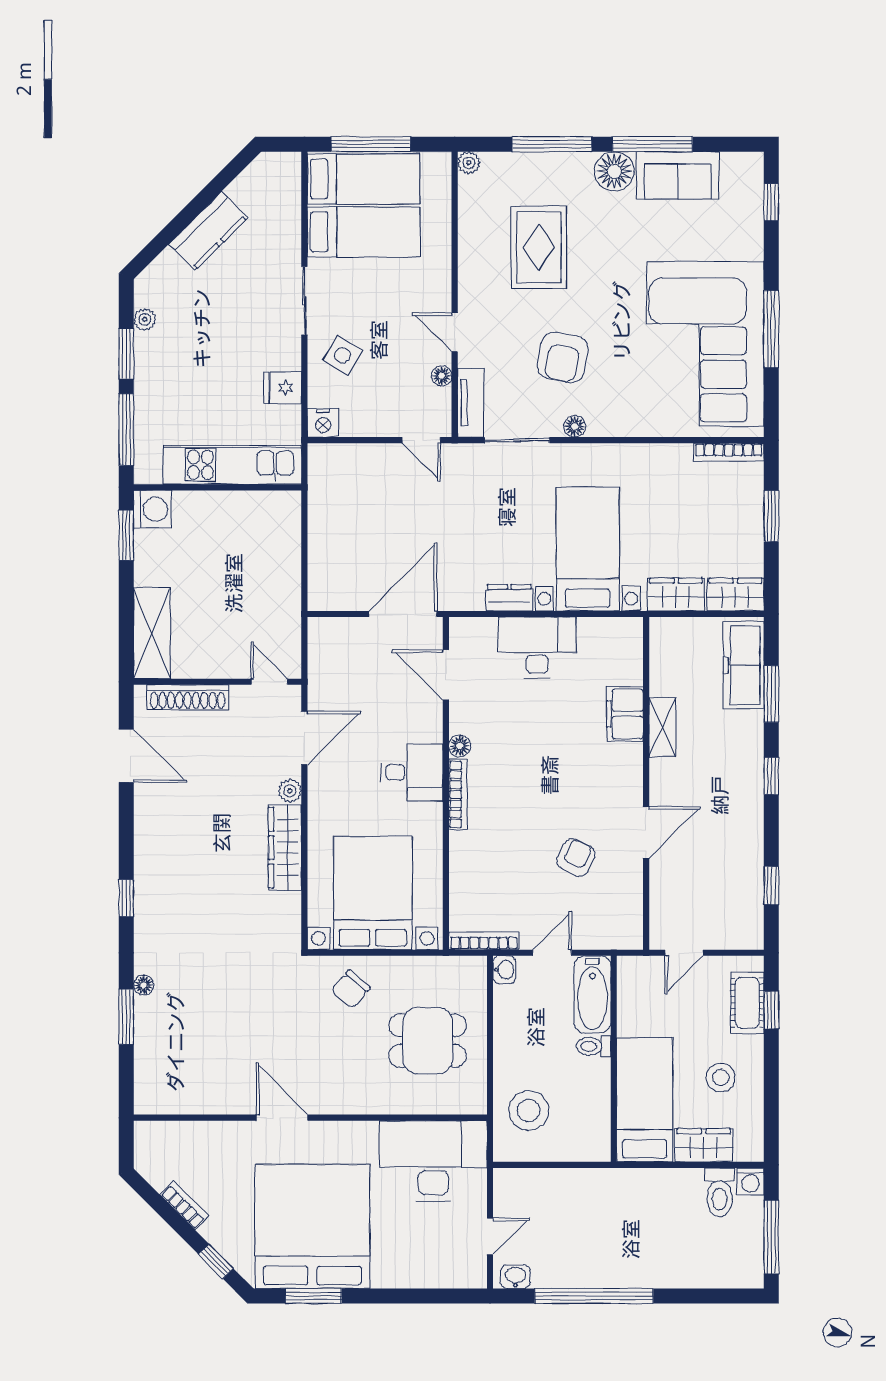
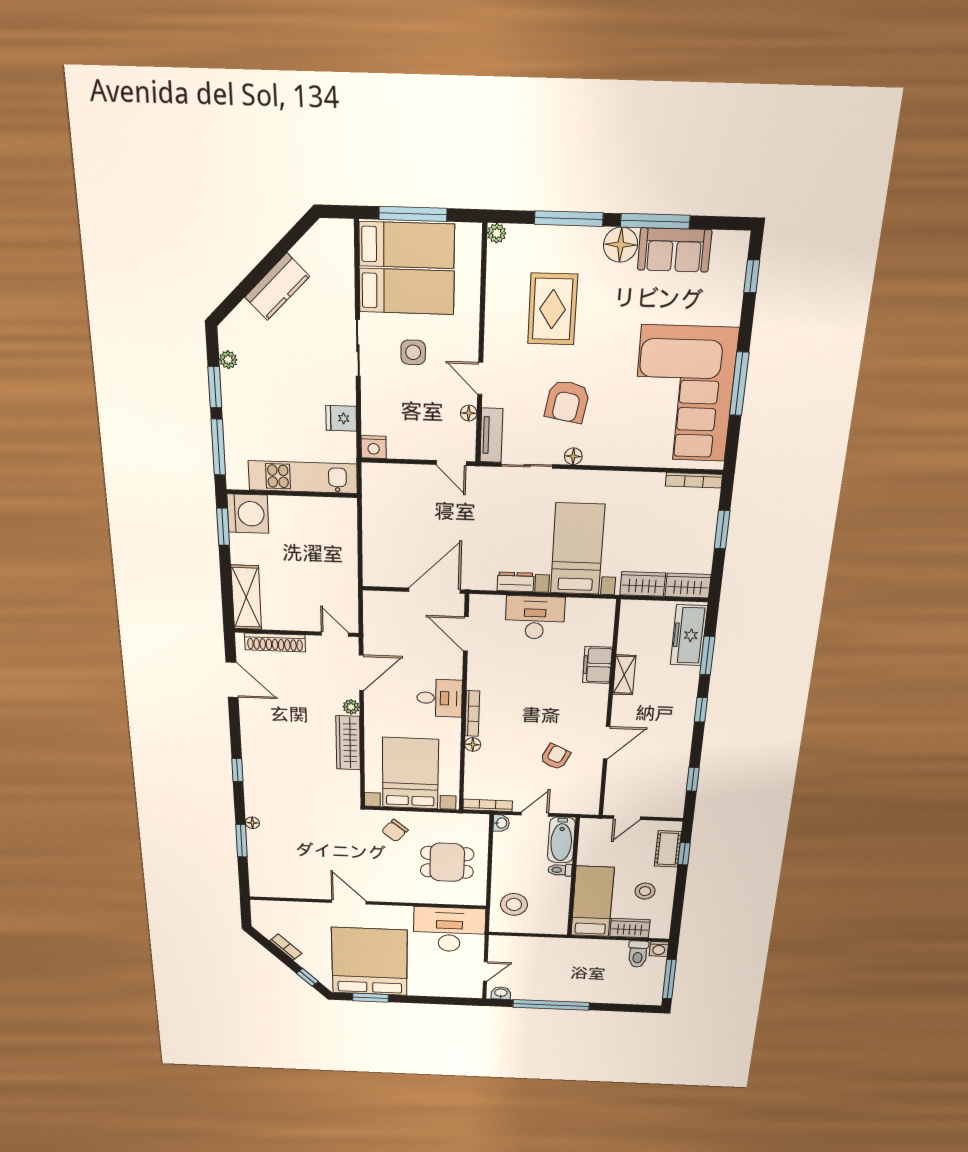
side table: (343, 355) -> (413, 352), moved, turned -32
washing machine: (152, 509) -> (248, 514), width x1.37, depth x1.37
floor lamp: (460, 746) -> (473, 744), moved

